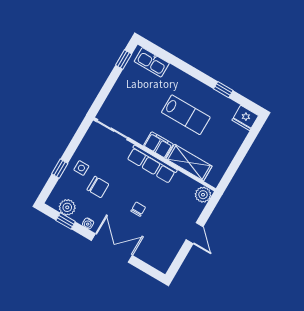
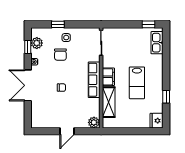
double door: (112, 248) -> (28, 85), swing flipped

